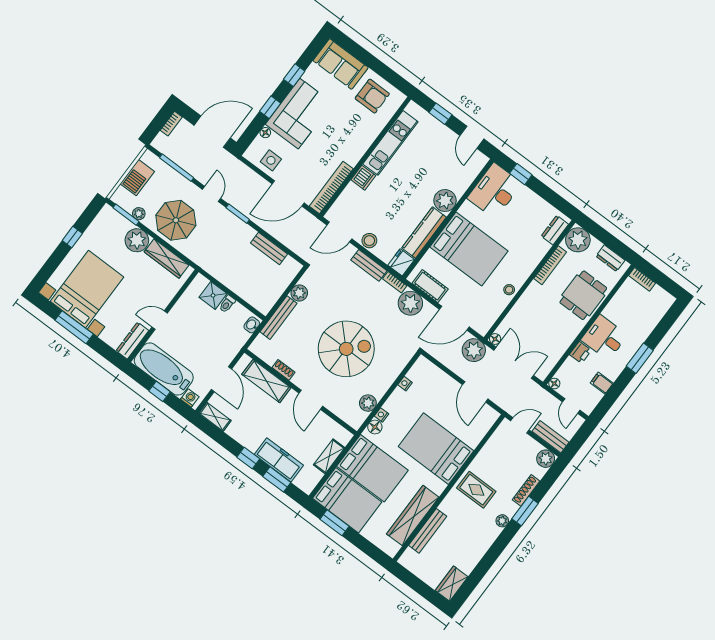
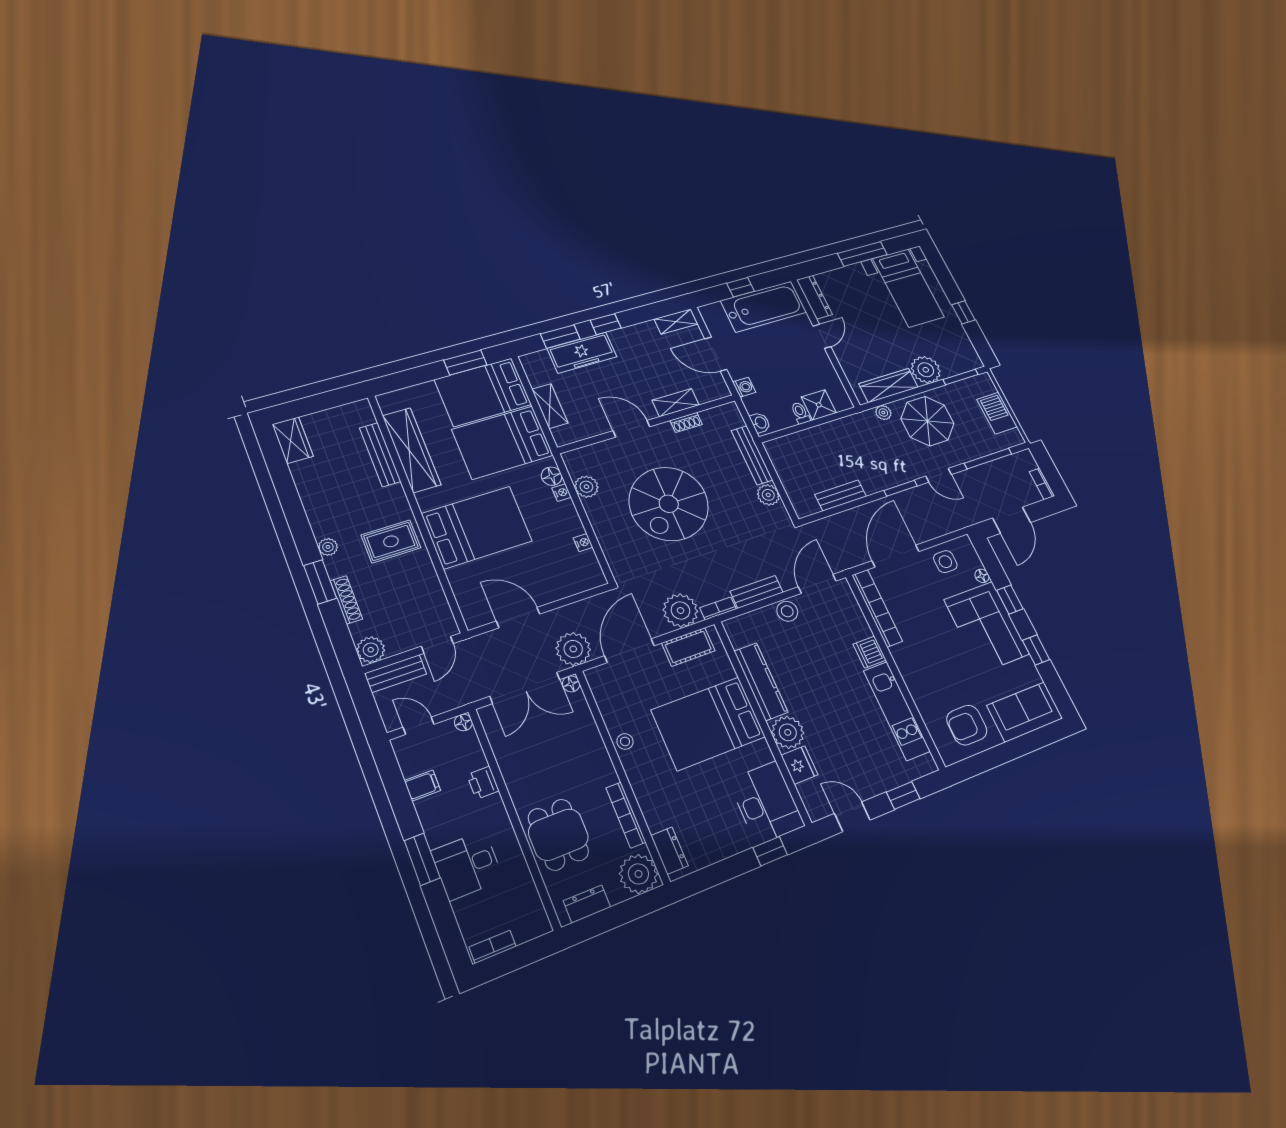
door: (212, 132) -> (1012, 520), width x0.73
plant: (139, 214) -> (883, 413), moved
fridge: (401, 262) -> (799, 765), moved
bookcase: (642, 279) -> (493, 947), moved
bed with nightstands: (87, 289) -> (908, 288), width x0.73
desk: (604, 338) -> (467, 865), moved, turned 180
shelving: (266, 381) -> (676, 403), width x0.67, depth x0.75
washing machine: (190, 398) -> (744, 387), moved, turned -90

